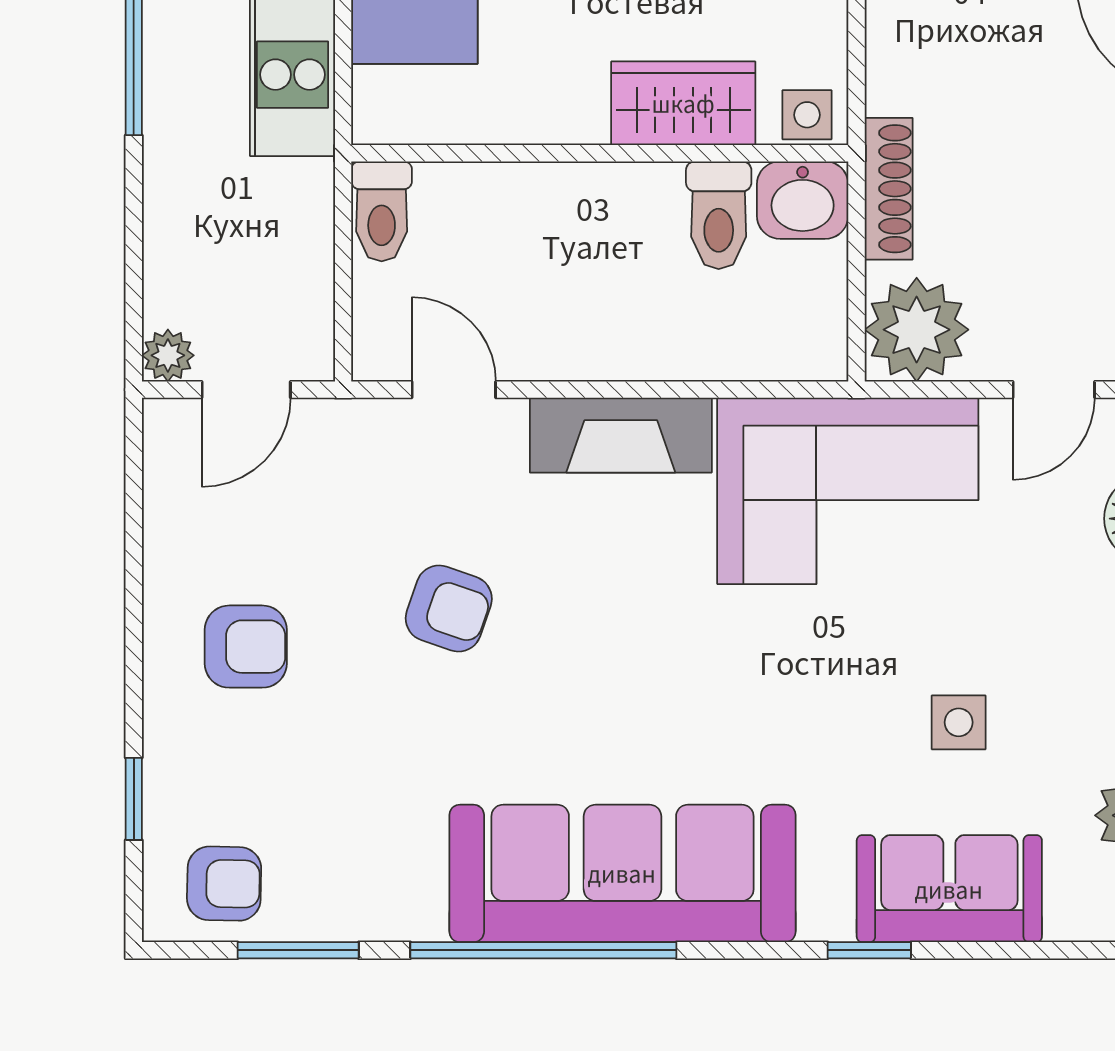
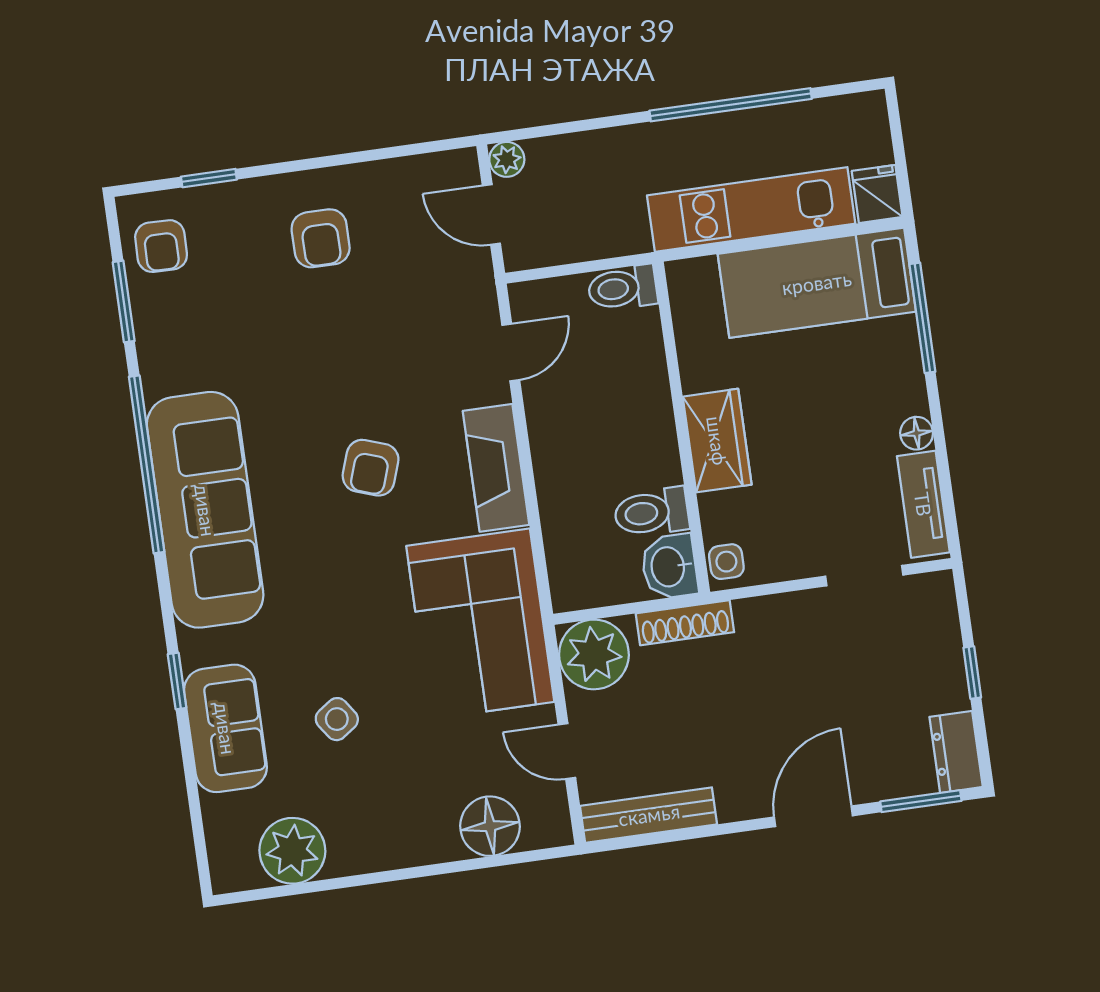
wardrobe: (683, 103) -> (717, 441), moved
armchair: (449, 609) -> (371, 468), moved
side table: (959, 722) -> (337, 719), turned -35

